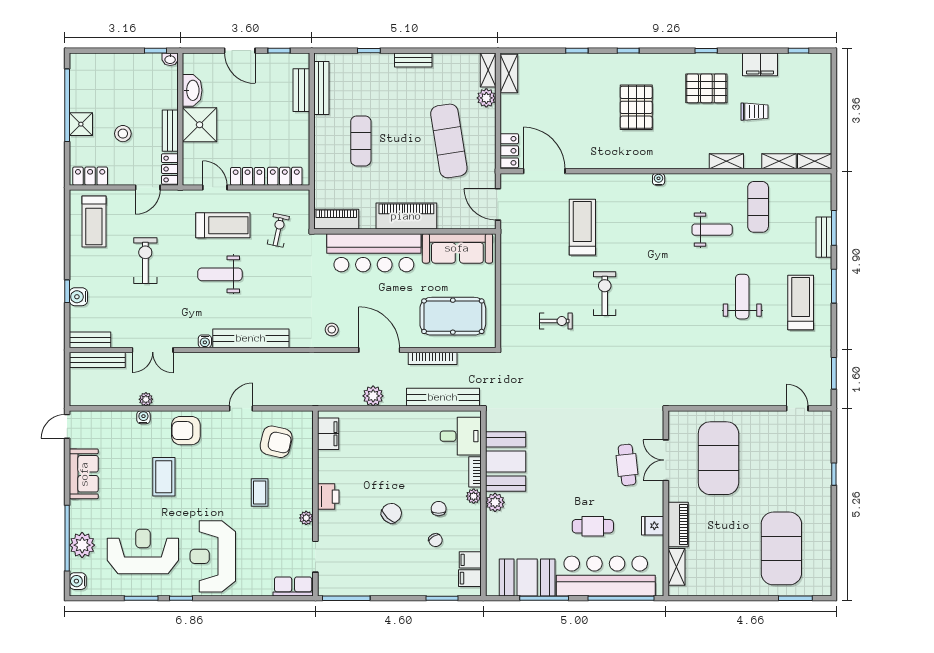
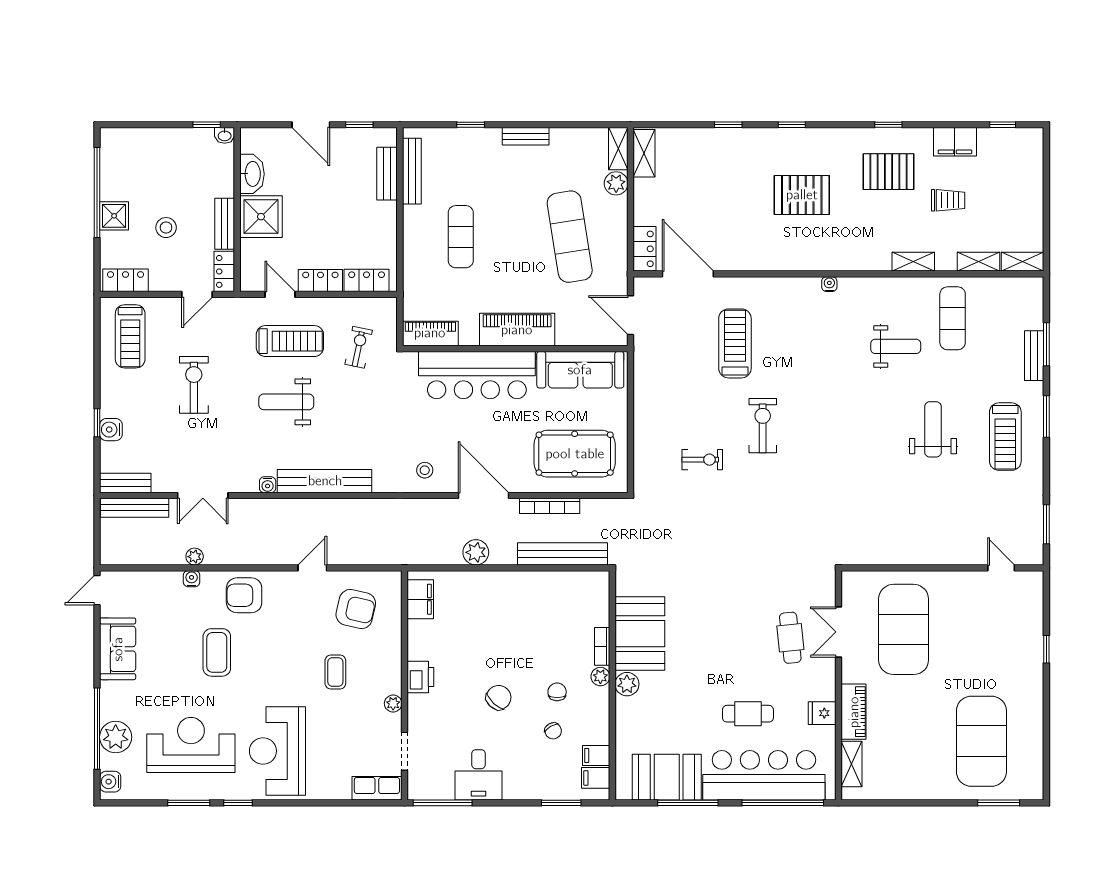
pallet: (636, 107) -> (802, 195), turned 90
treadmill: (801, 302) -> (1005, 437), turned 180
desk: (461, 436) -> (479, 775), moved, turned 90

